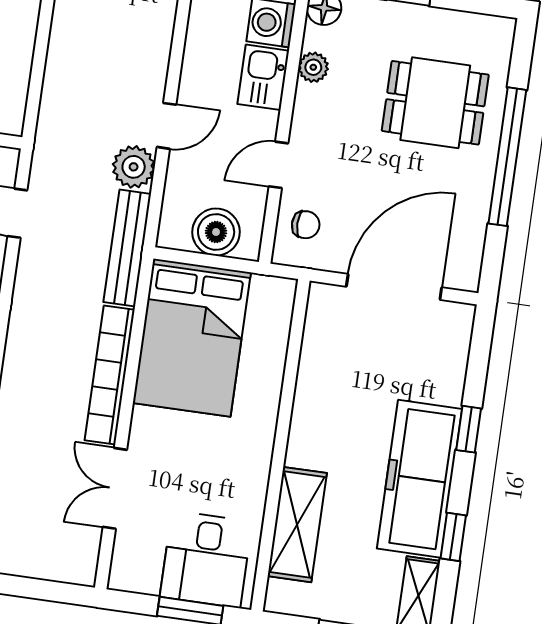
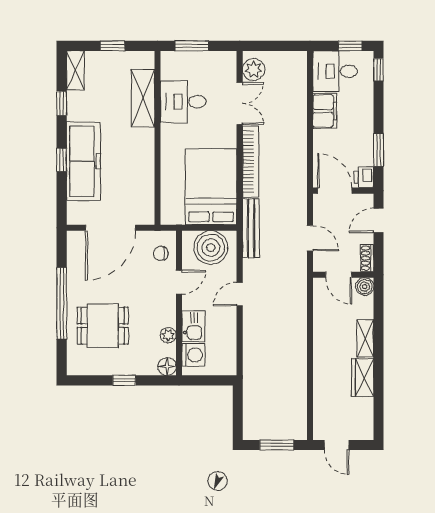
plant: (134, 167) -> (254, 70), moved
boiler: (216, 232) -> (211, 248), width x1.37, depth x1.37
freezer: (419, 479) -> (83, 161), moved
desk: (206, 559) -> (183, 102), moved, turned -90

